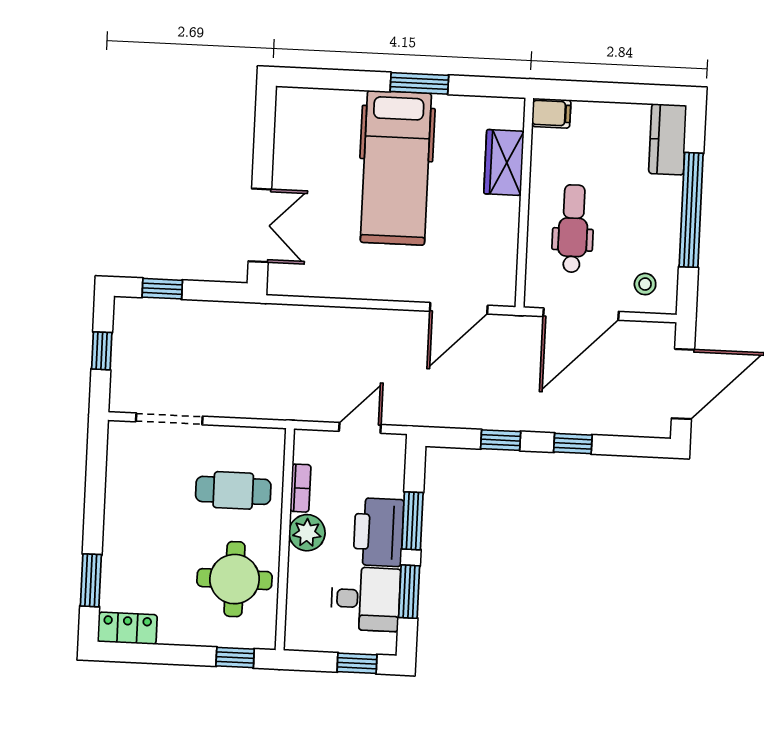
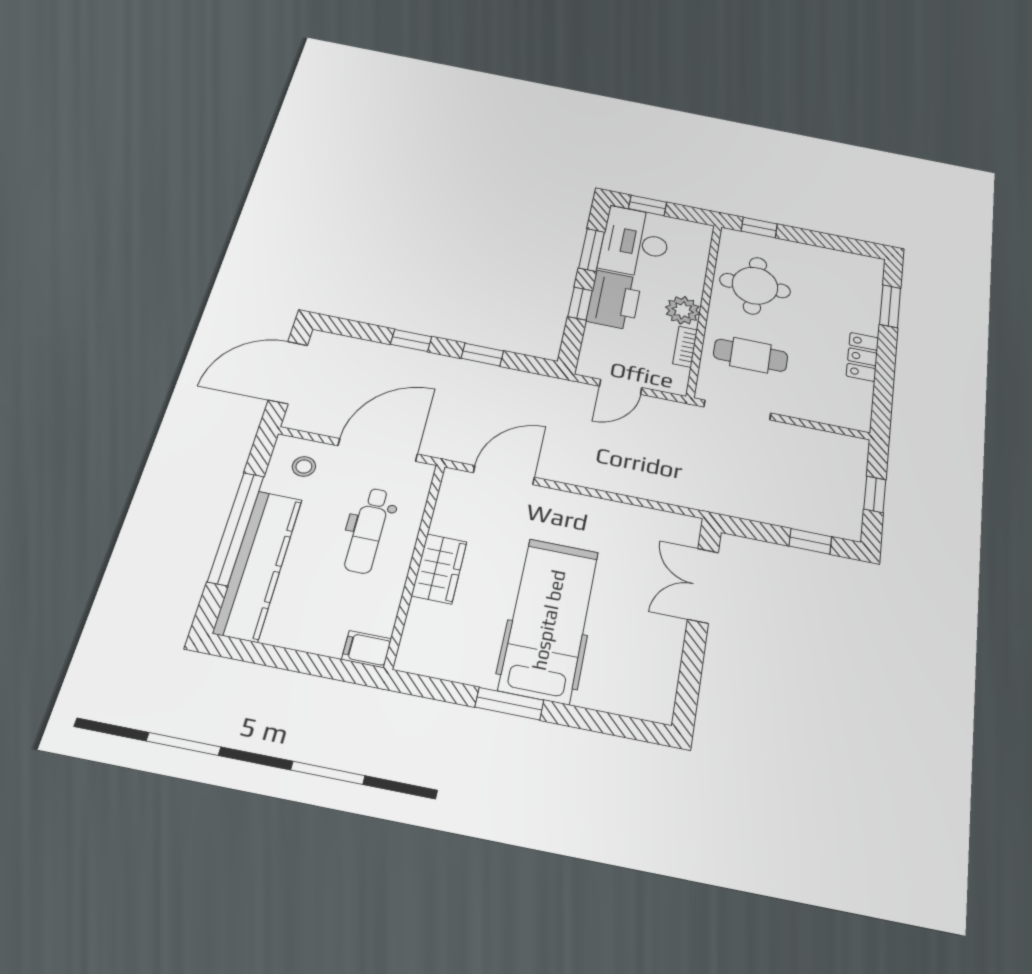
kitchen counter: (668, 139) -> (258, 565), width x2.08, depth x1.17
wardrobe: (504, 162) -> (439, 569), moved
doorway: (169, 419) -> (737, 410), moved
window: (412, 521) -> (580, 304), width x0.67
desk: (366, 599) -> (635, 242), width x1.37
locker: (127, 628) -> (862, 357), moved, turned 90

